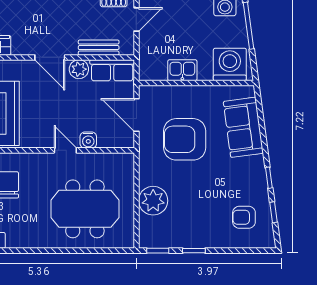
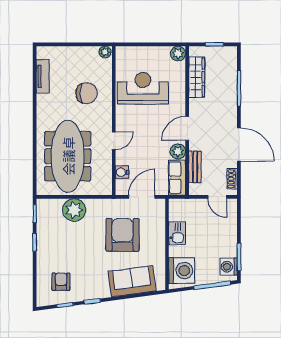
water cooler: (88, 140) -> (122, 172), moved
meeting table: (85, 209) -> (68, 156), width x1.36

